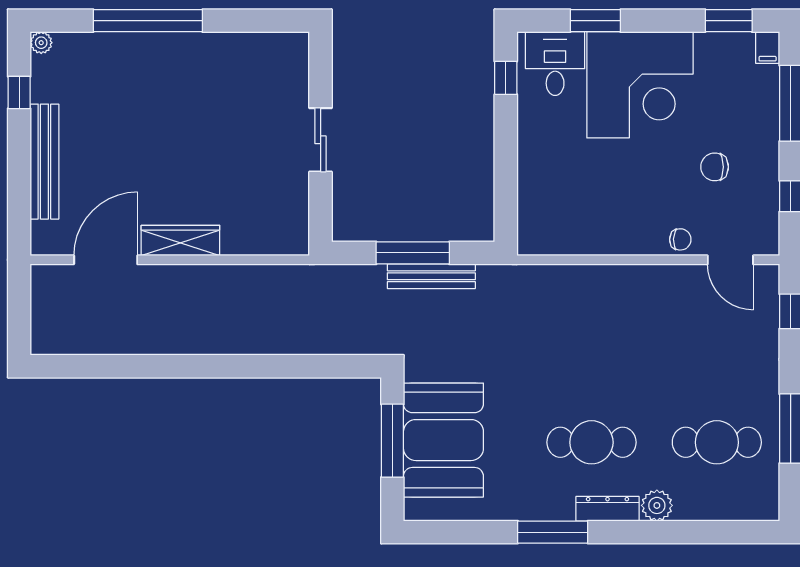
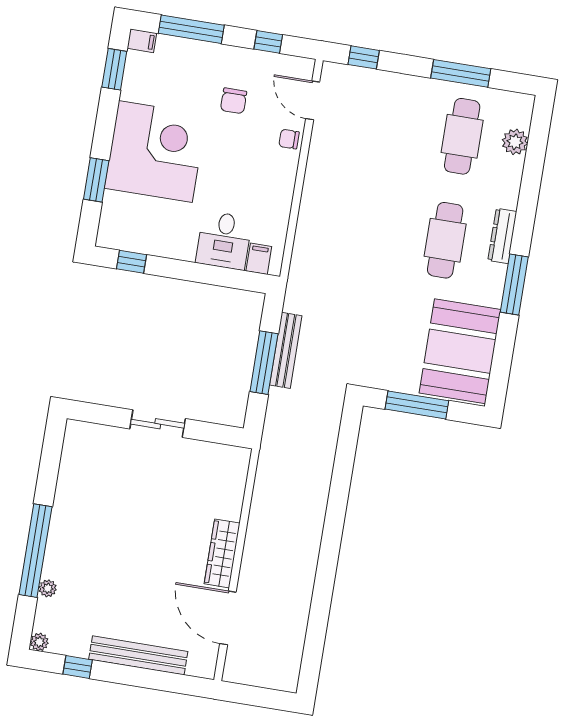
plant: (106, 42) -> (48, 588), added
desk: (555, 64) -> (224, 240), moved, turned -90
filing cabinet: (534, 227) -> (259, 259), added
chair: (680, 239) -> (289, 139), turned -92
door: (730, 260) -> (313, 100), swing flipped
booth: (443, 440) -> (460, 351), moved, turned 90
plant: (657, 505) -> (515, 142), moved

